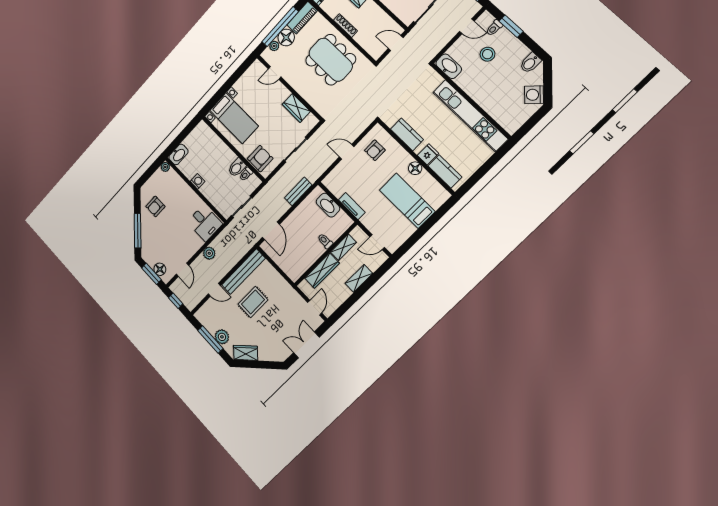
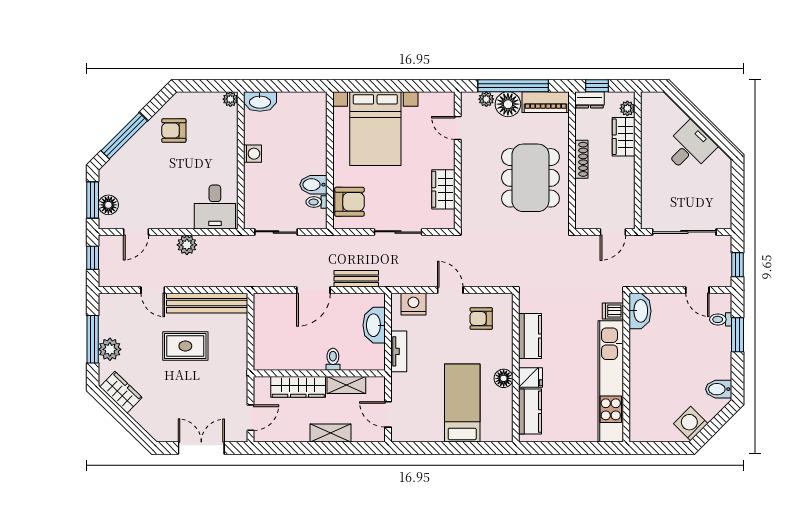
door: (396, 43) -> (613, 232), swing flipped
stool: (487, 54) -> (688, 338), removed
dishwasher: (435, 80) -> (613, 311), added
bed with nightstands: (234, 118) -> (375, 129), width x1.36
nightstand: (336, 176) -> (413, 304), added
door: (271, 231) -> (313, 290), moved

